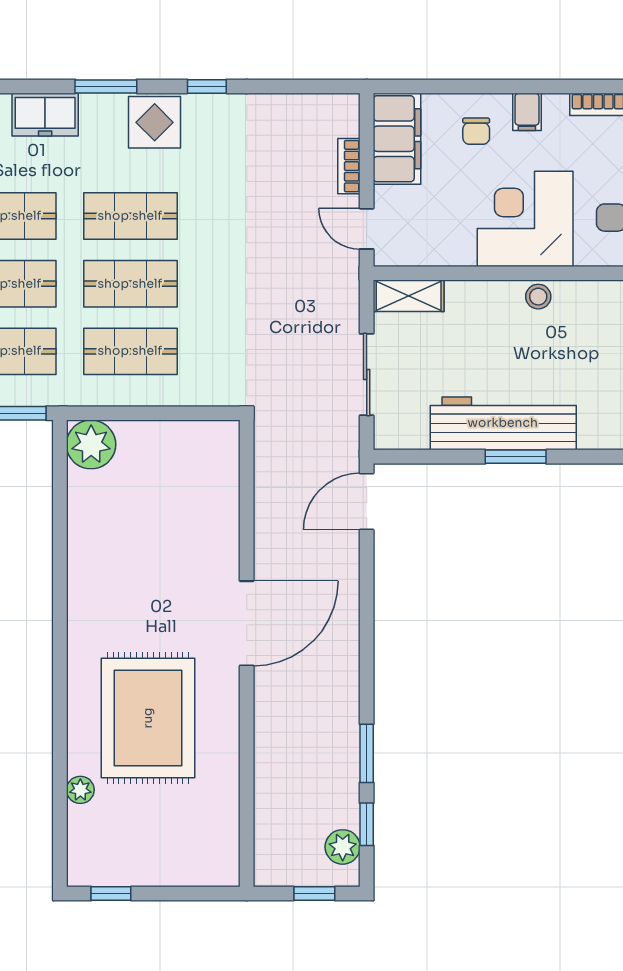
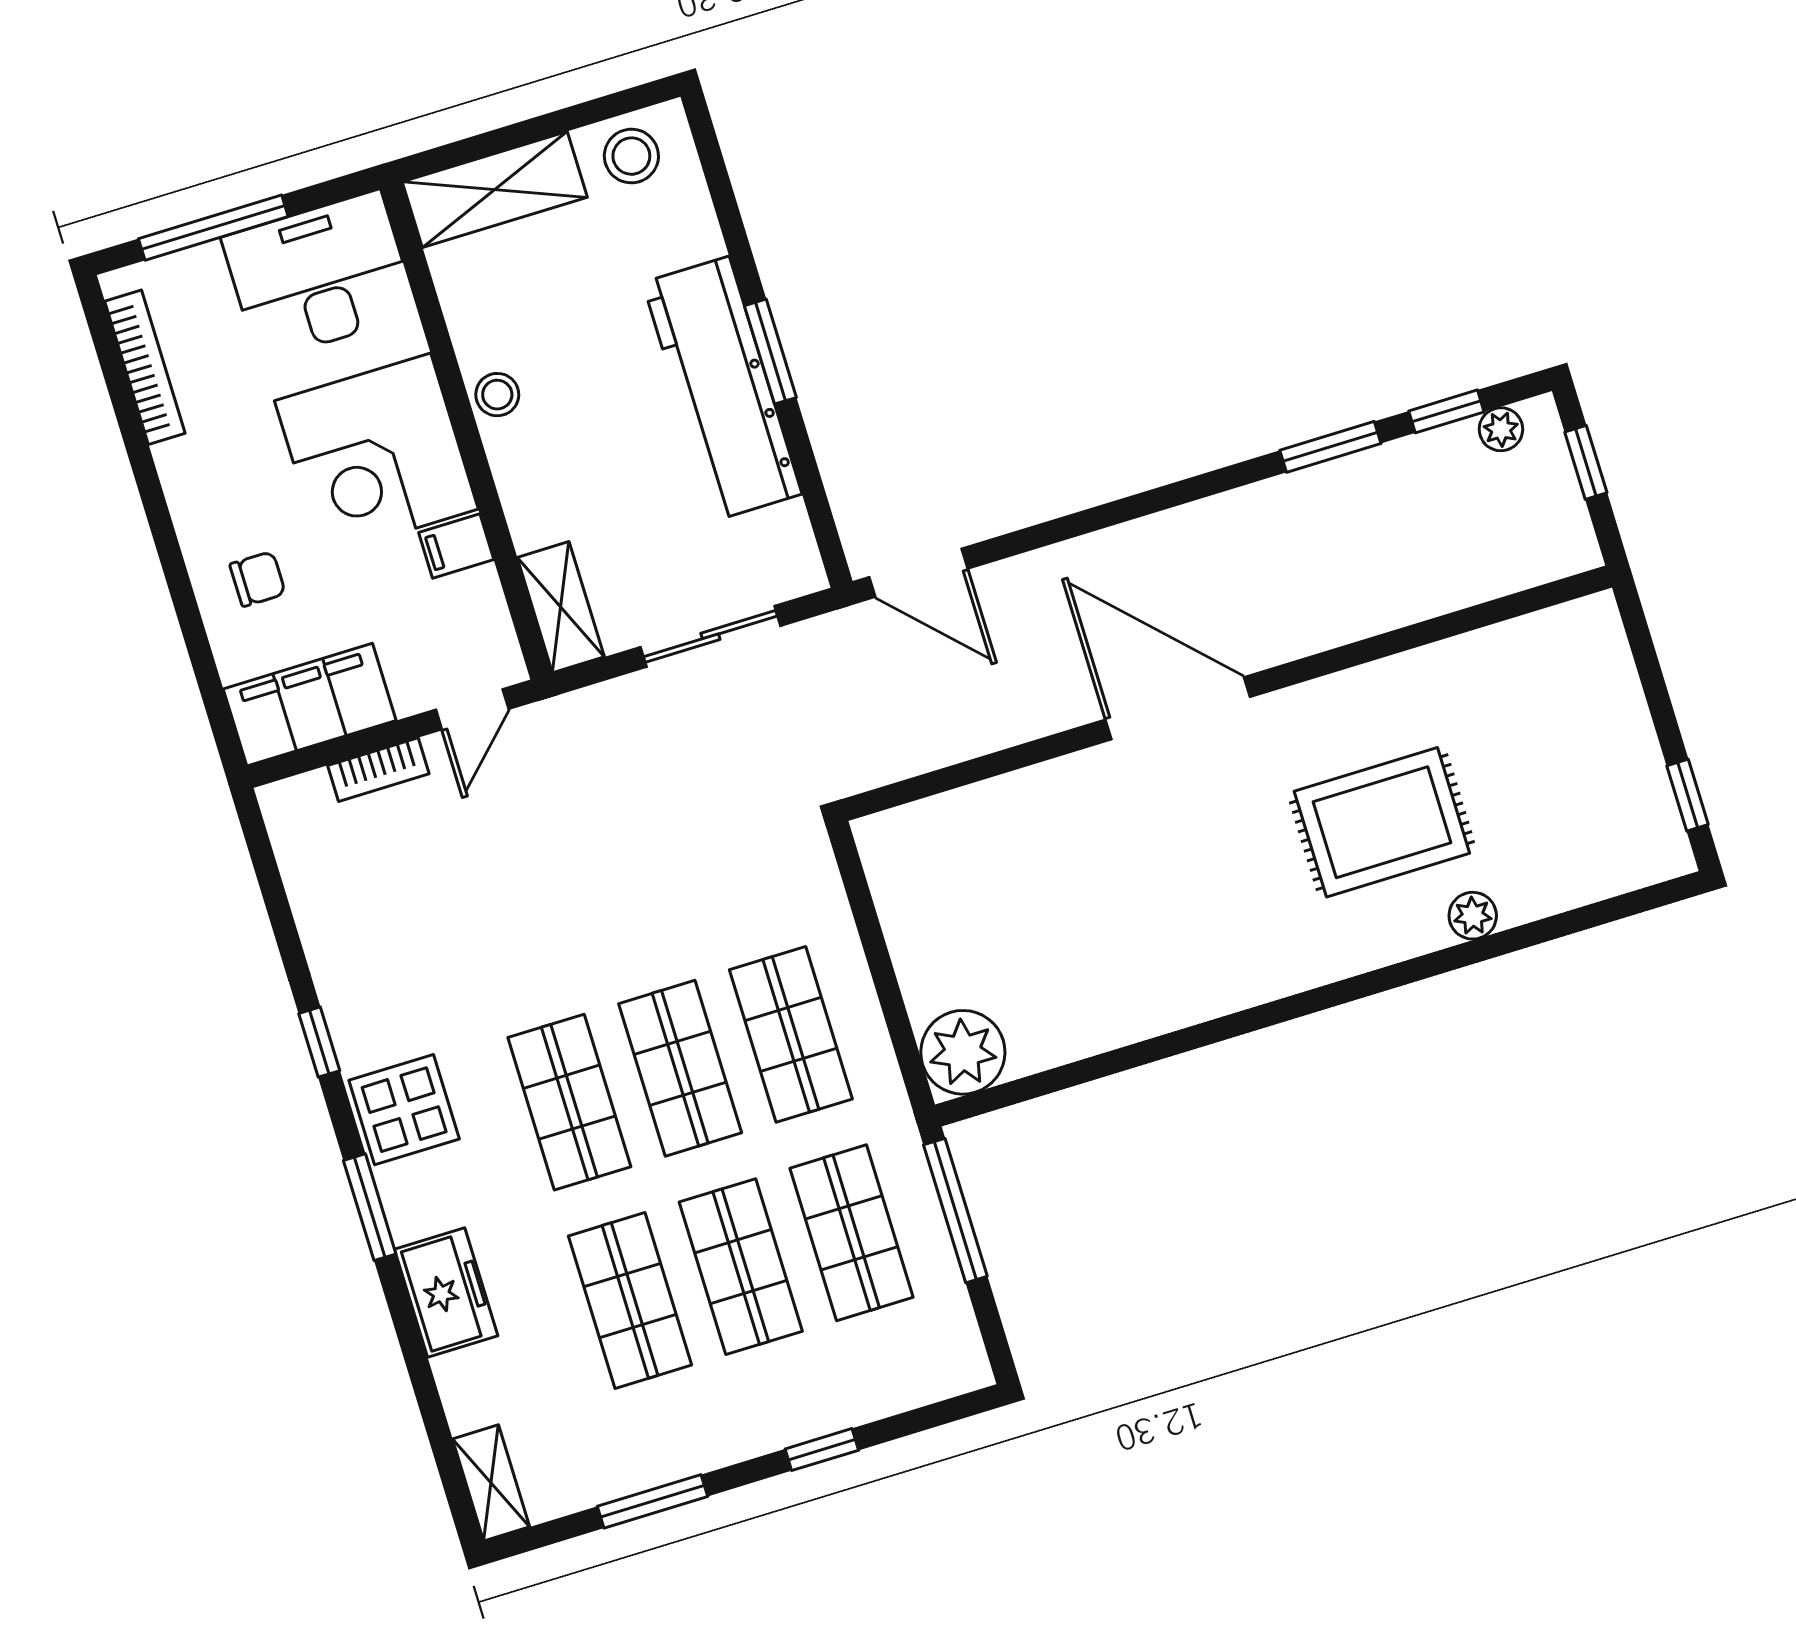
filing cabinet: (527, 112) -> (456, 546), moved, turned 180
rug: (148, 718) -> (1382, 822), width x0.73, depth x0.69
plant: (80, 790) -> (1473, 916), moved
plant: (343, 847) -> (1501, 429), width x0.73, depth x0.73

